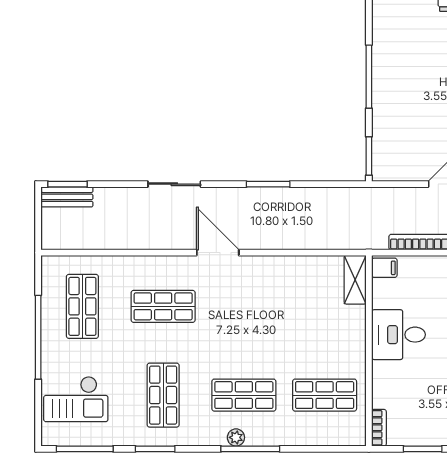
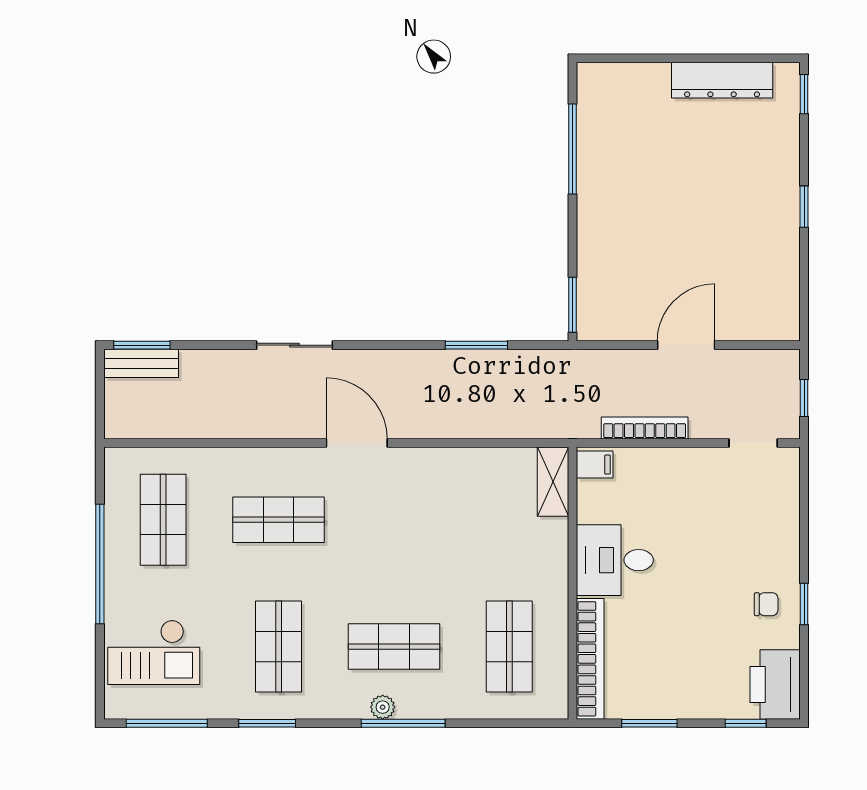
window: (369, 77) -> (573, 149), moved
window: (268, 184) -> (476, 345), moved
shop shelf: (325, 395) -> (509, 647), turned 90
bookcase: (379, 428) -> (590, 659), width x2.31, depth x1.31

